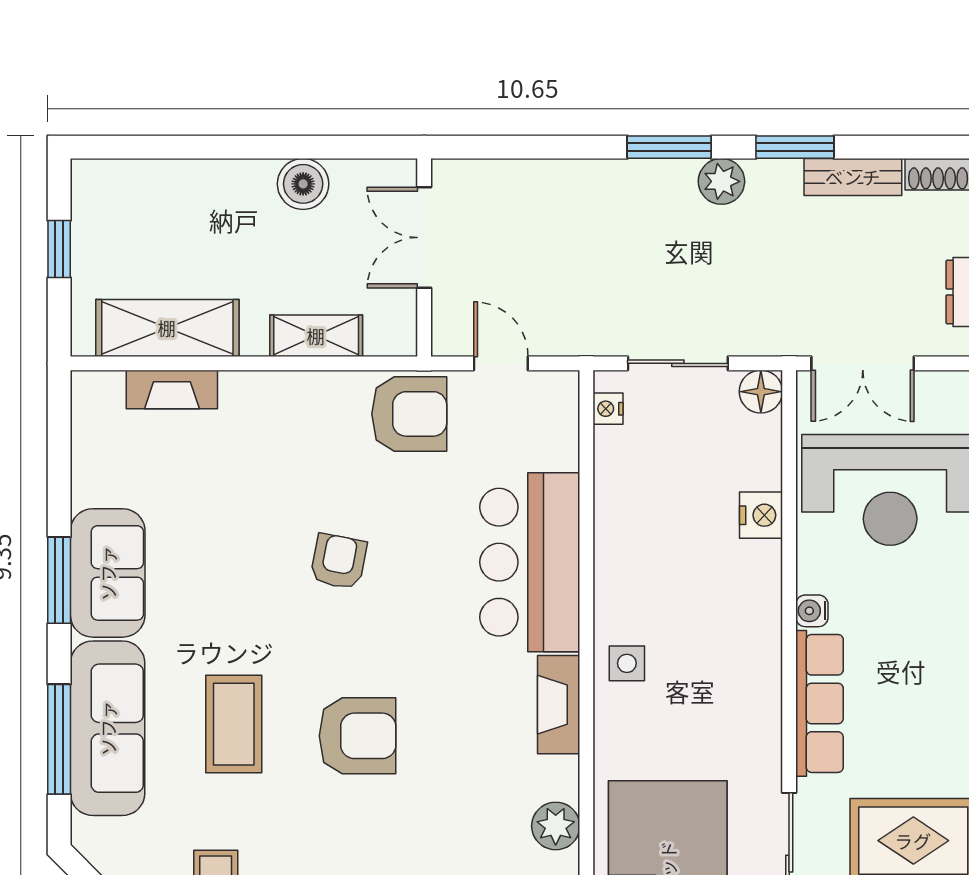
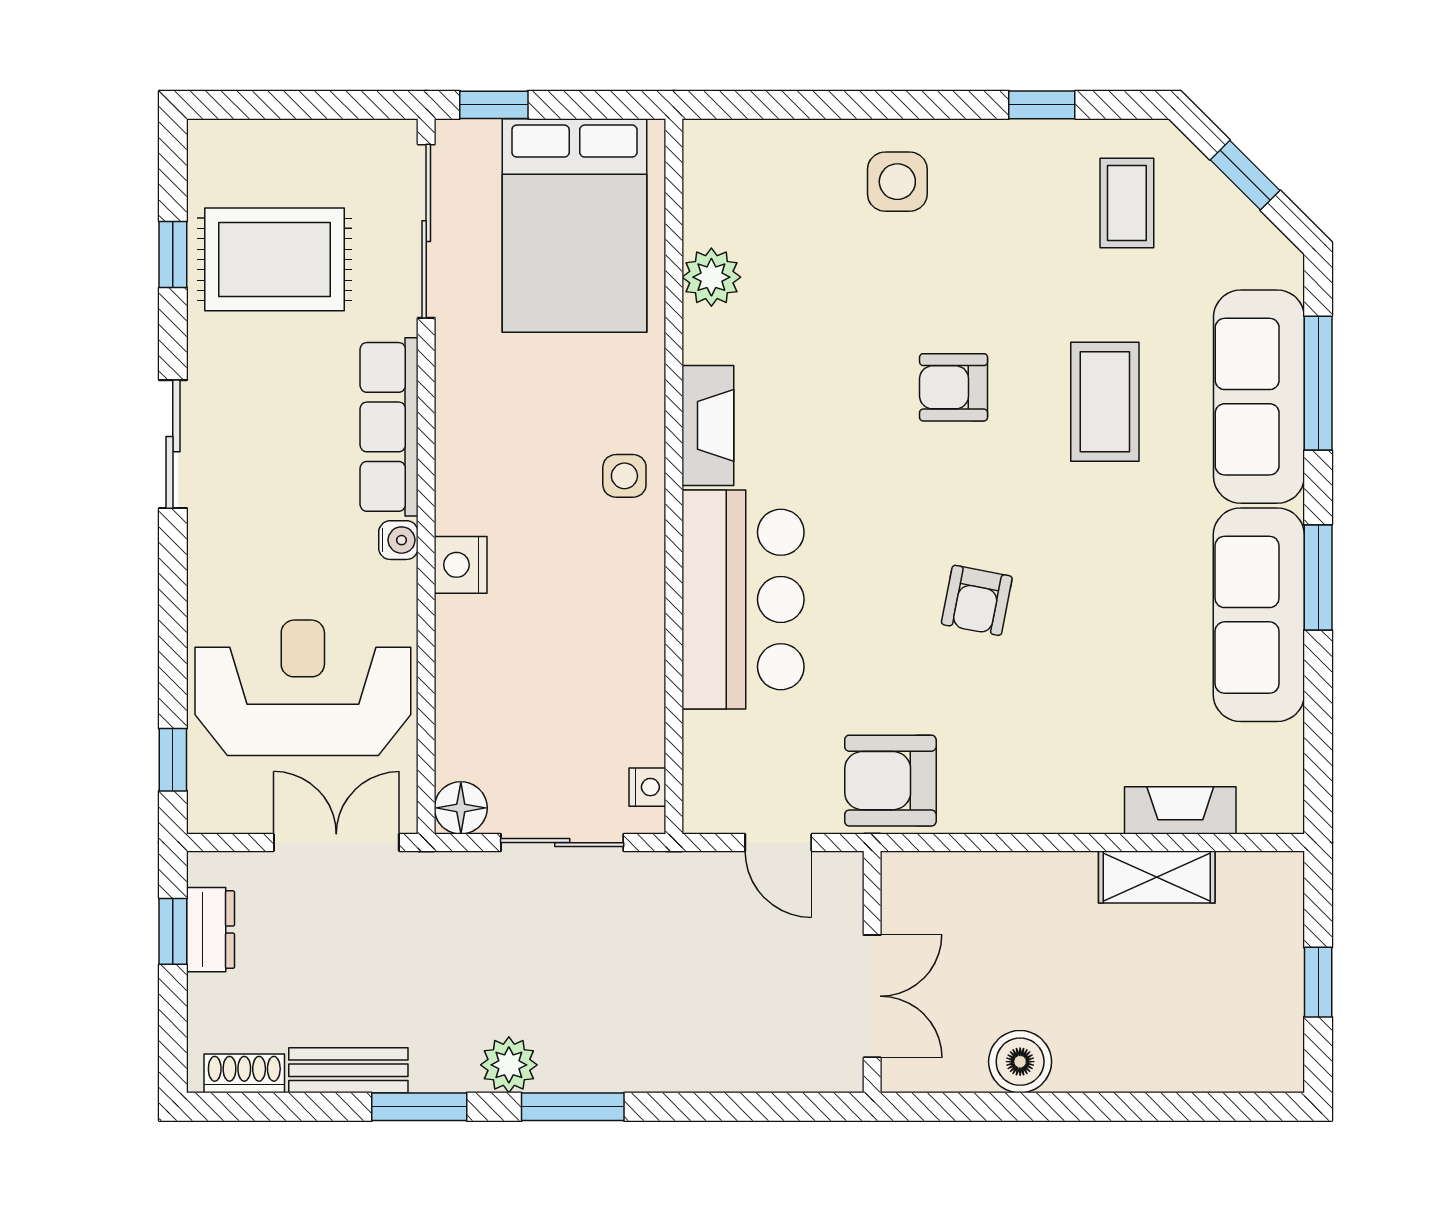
shelving: (167, 328) -> (1157, 877), width x0.67, depth x0.75
shelving: (316, 336) -> (1004, 876), removed
nightstand: (761, 515) -> (461, 565), moved
sofa: (108, 573) -> (1259, 615), width x1.36
armchair: (358, 736) -> (954, 387), width x0.72, depth x0.72

